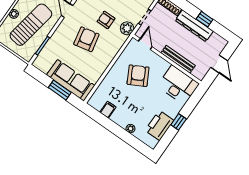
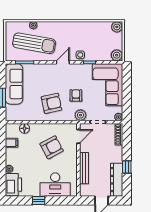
dresser: (194, 26) -> (117, 180), moved
armchair: (86, 39) -> (51, 103), moved
sofa: (71, 80) -> (14, 84), moved
desk: (178, 85) -> (55, 185), moved, turned 90
floor lamp: (103, 88) -> (24, 128), added
printer: (159, 125) -> (13, 185), moved, turned 90

